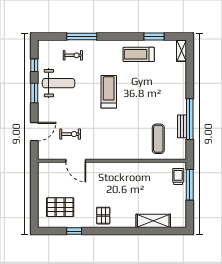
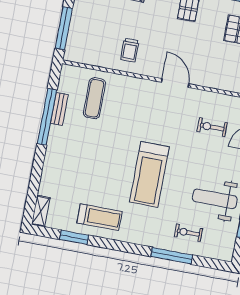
treadmill: (109, 92) -> (149, 174), width x1.37, depth x1.38
door: (76, 161) -> (175, 83), moved
trolley: (178, 176) -> (130, 50), moved

